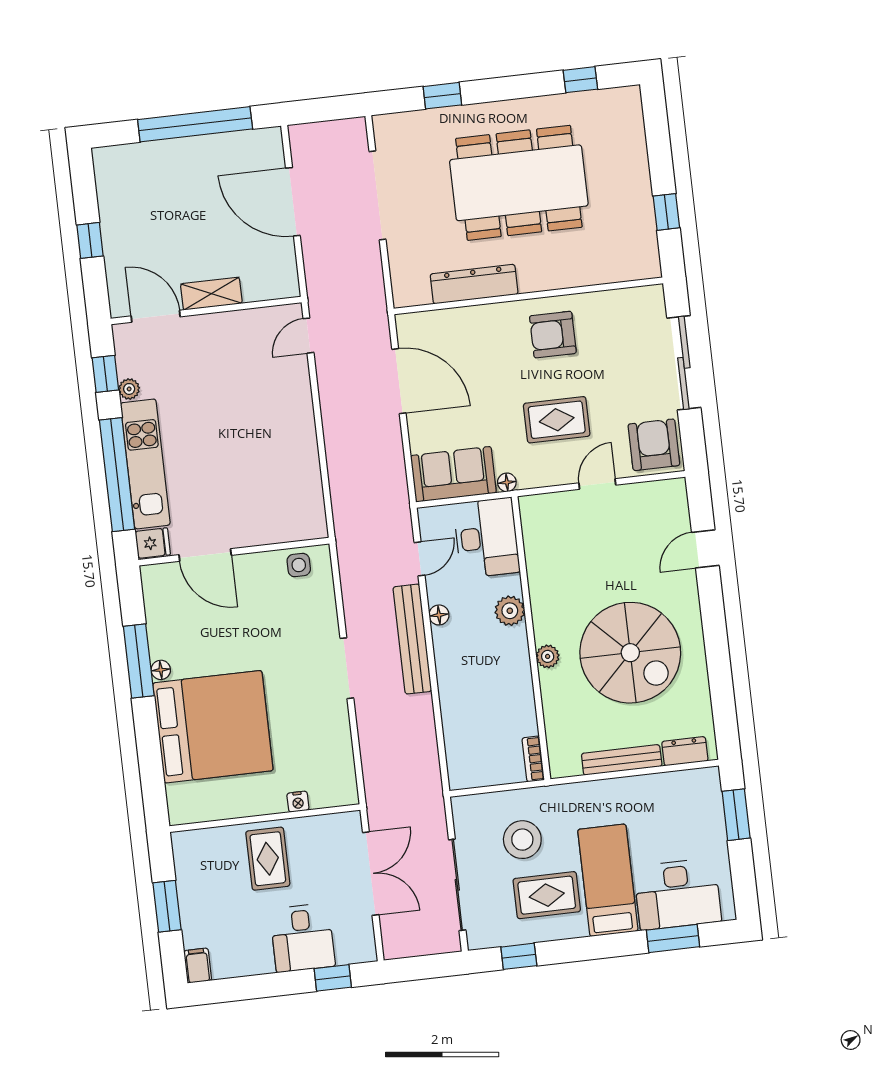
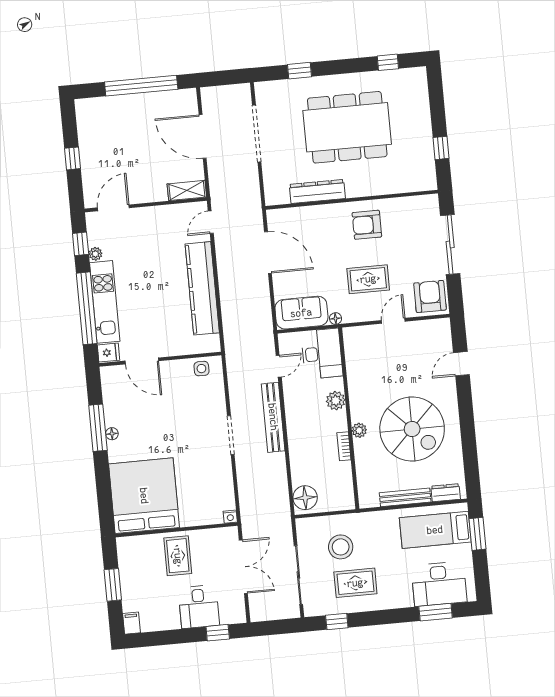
shelving: (211, 294) -> (187, 190), moved
door: (156, 316) -> (113, 208), hinge flipped
kitchen counter: (297, 439) -> (202, 288), added
floor lamp: (439, 615) -> (305, 498), moved, width x1.89, depth x1.89
bed: (213, 727) -> (144, 496), moved, turned -90
bookcase: (533, 759) -> (344, 446), moved
nightstand: (298, 802) -> (230, 517), moved
bed: (608, 880) -> (435, 530), moved, turned -90

